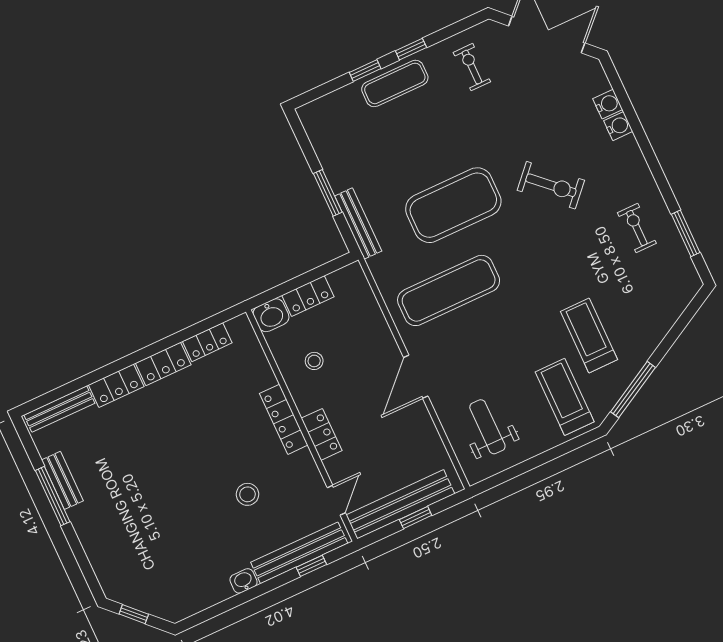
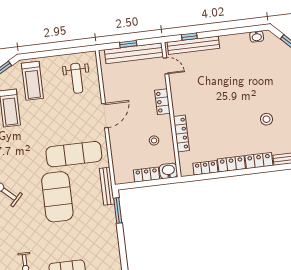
window: (328, 193) -> (118, 210), moved
exercise mat: (453, 205) -> (57, 197), turned 90
bench: (358, 224) -> (107, 186), moved
locker: (284, 419) -> (181, 133), moved
stool: (248, 494) -> (267, 119), moved
door: (336, 500) -> (166, 66), swing flipped
washbasin: (243, 581) -> (257, 36), moved

